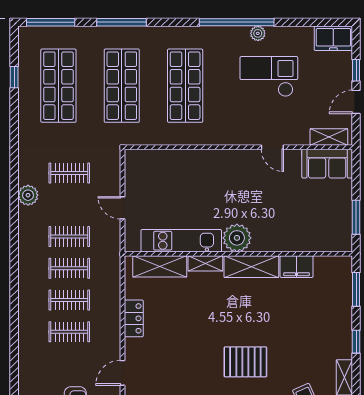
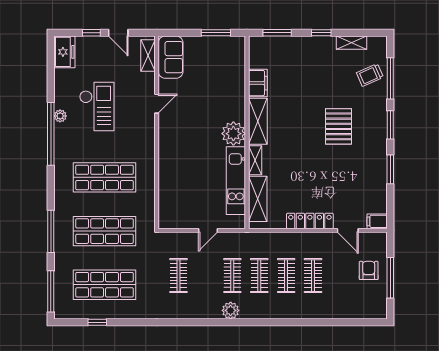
checkout: (269, 77) -> (97, 106), turned 180
plant: (28, 195) -> (231, 310), moved
locker: (134, 318) -> (310, 221), width x1.53

